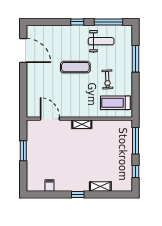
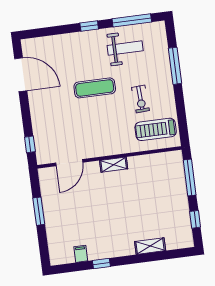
window: (23, 102) -> (30, 144), added
door: (50, 119) -> (69, 163), swing flipped
window: (78, 194) -> (101, 263), moved

